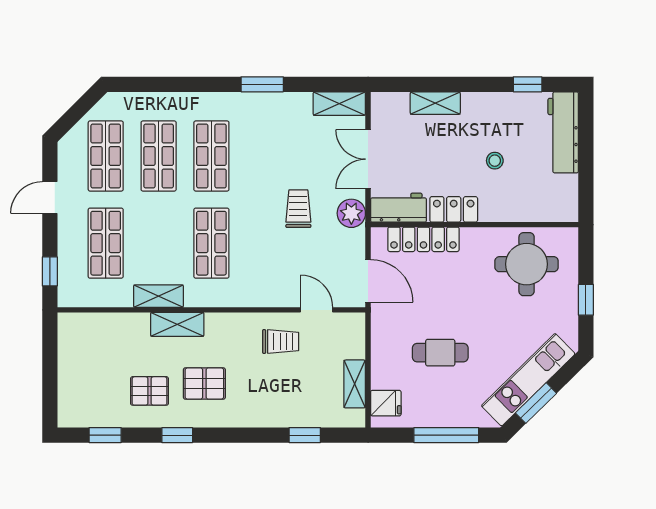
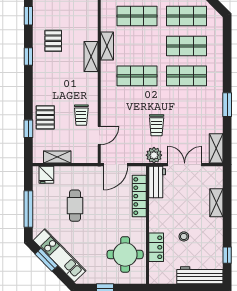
trolley: (298, 209) -> (157, 125), turned 90
locker: (454, 209) -> (156, 247), moved
pallet: (204, 383) -> (45, 117), moved

